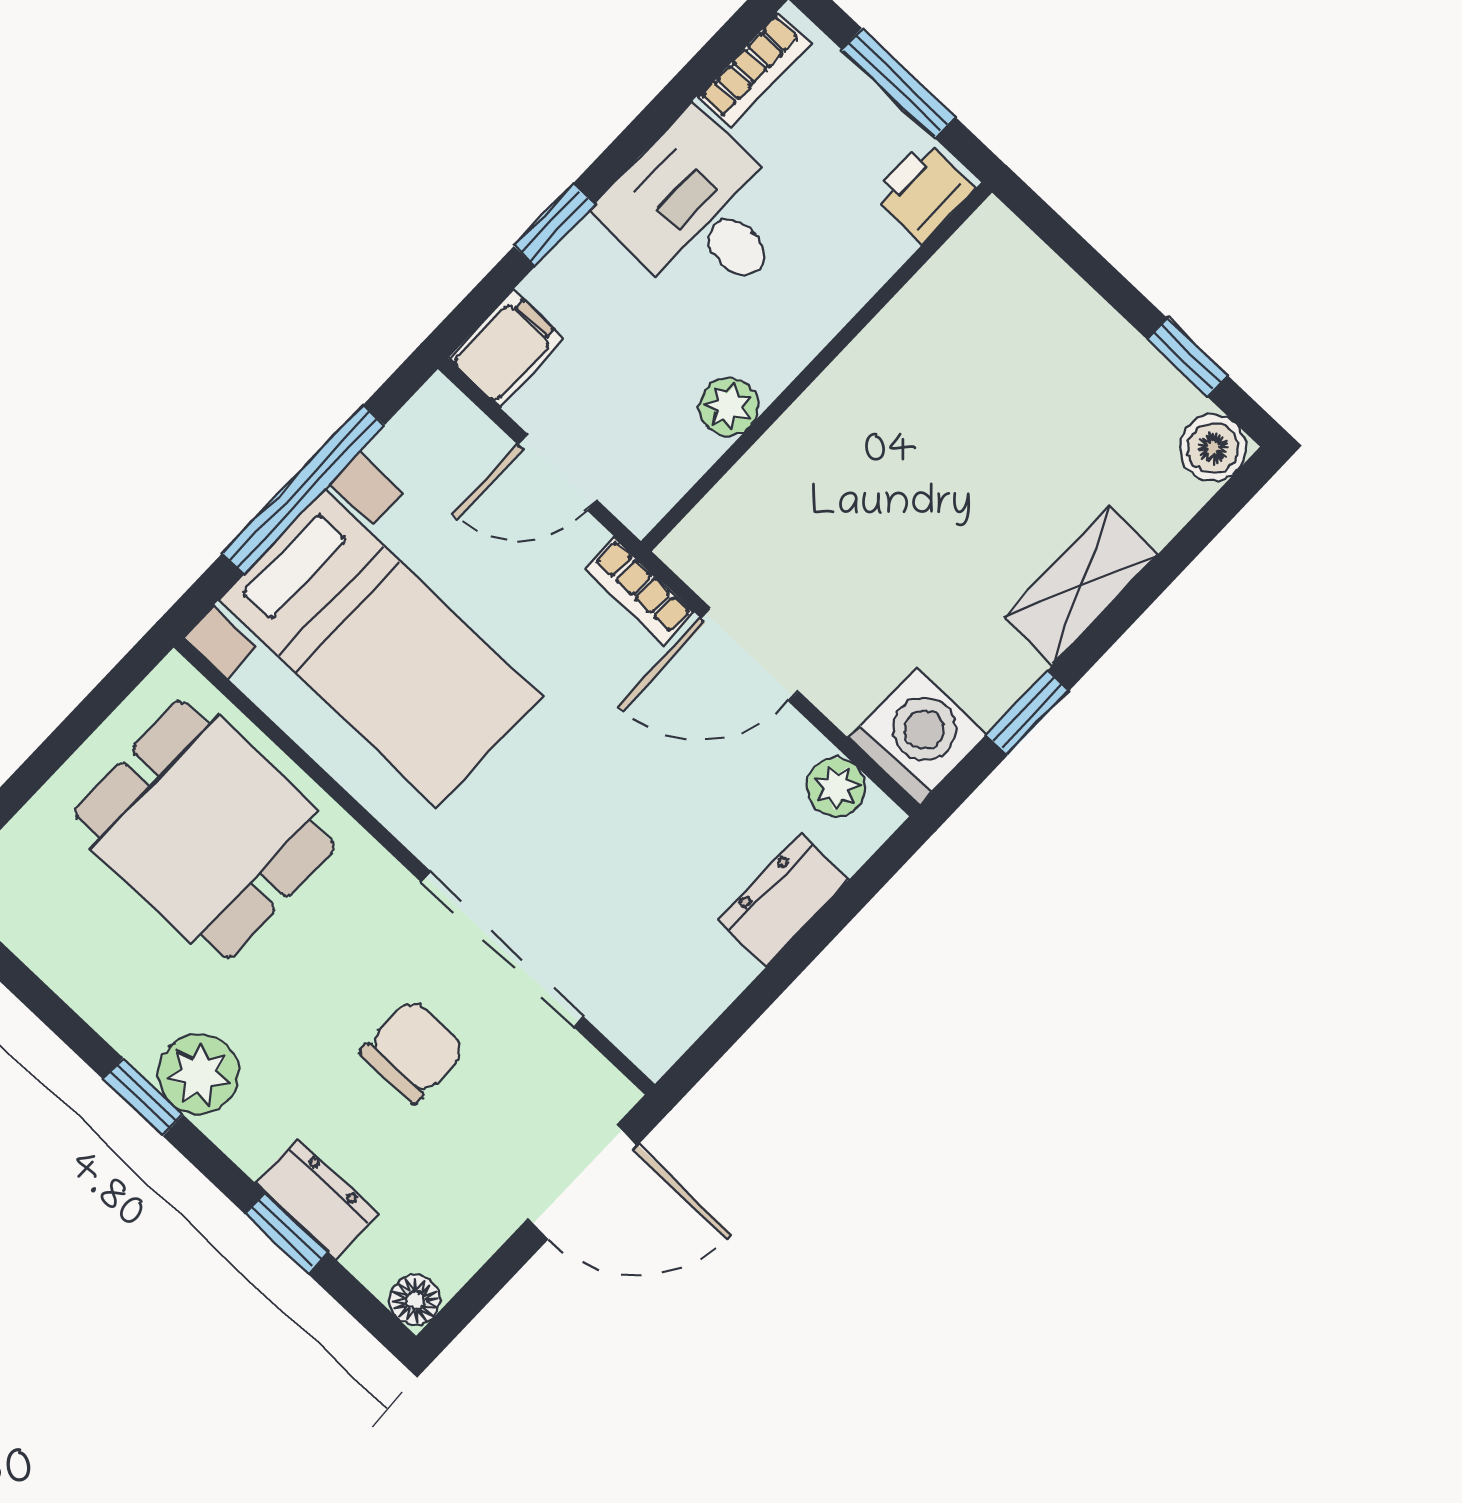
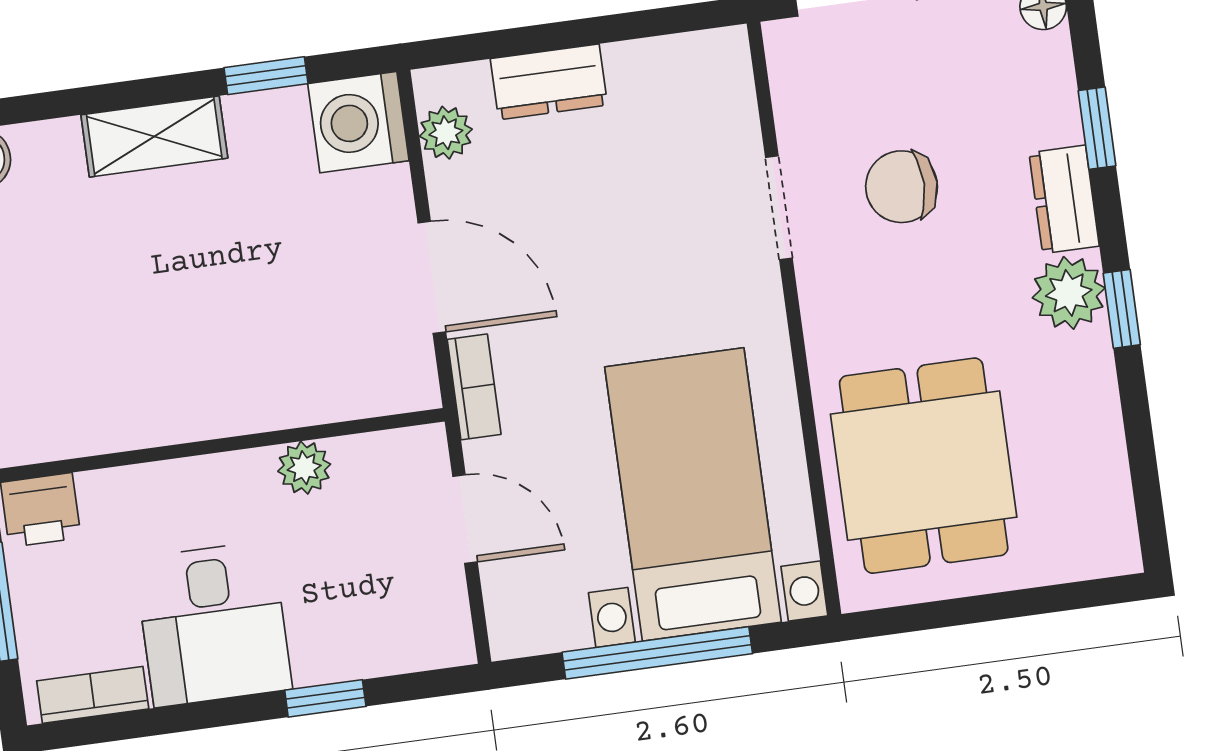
filing cabinet: (506, 348) -> (430, 637), removed
doorway: (503, 950) -> (779, 208), width x0.53
dresser: (316, 1198) -> (1064, 199), moved

